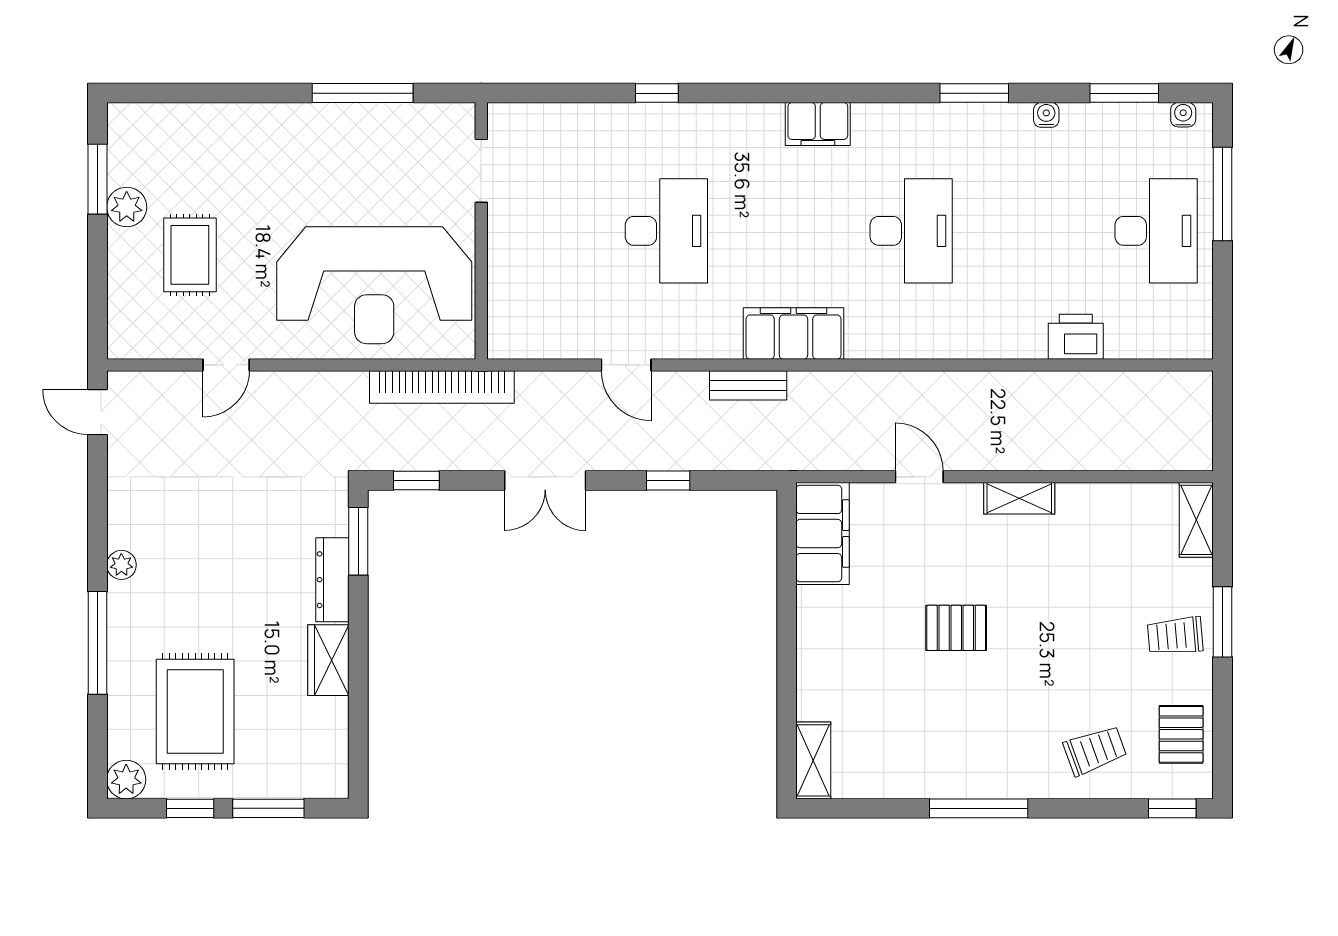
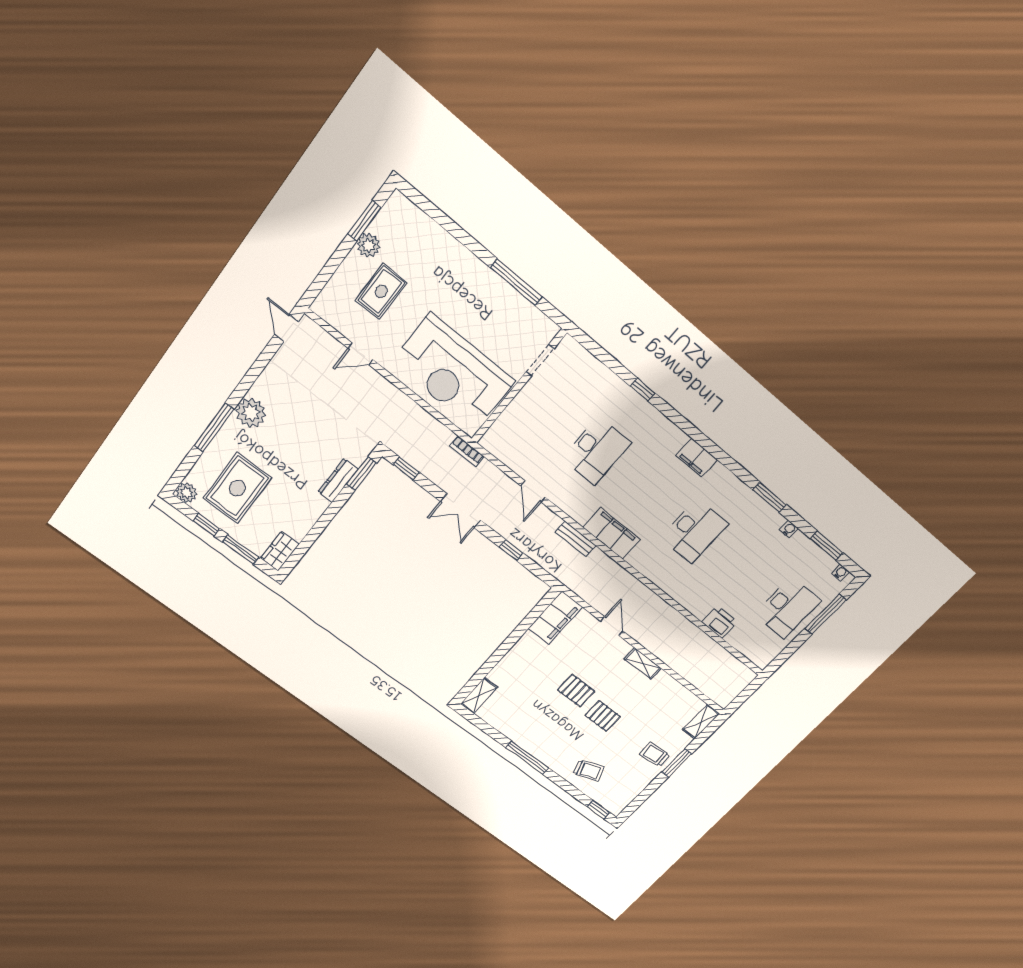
bookcase: (442, 387) -> (467, 451), width x0.43, depth x0.76
plant: (121, 565) -> (251, 413), width x1.87, depth x1.87
wardrobe: (328, 660) -> (280, 551), moved
pallet: (1181, 734) -> (603, 716), moved, turned 90

